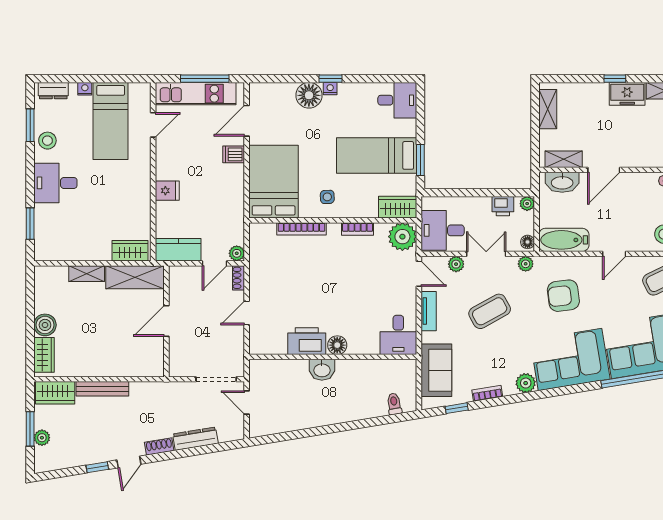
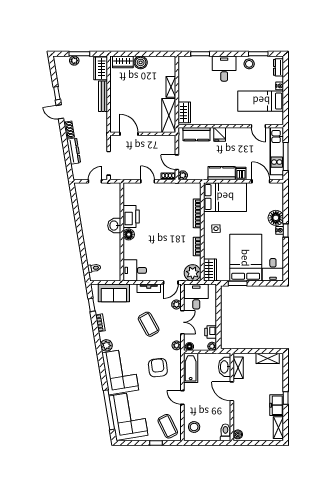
bed: (377, 155) -> (246, 258), width x1.50
kitchen counter: (233, 187) -> (222, 173), added
kitchen counter: (178, 250) -> (197, 134), moved, turned 90
door: (166, 321) -> (129, 134), moved

